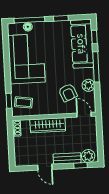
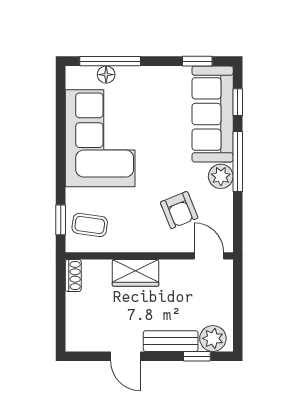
window: (61, 18) -> (197, 61), moved
plant: (88, 85) -> (221, 176), moved
wardrobe: (48, 125) -> (135, 273), width x0.67

